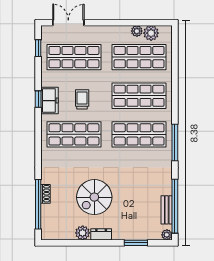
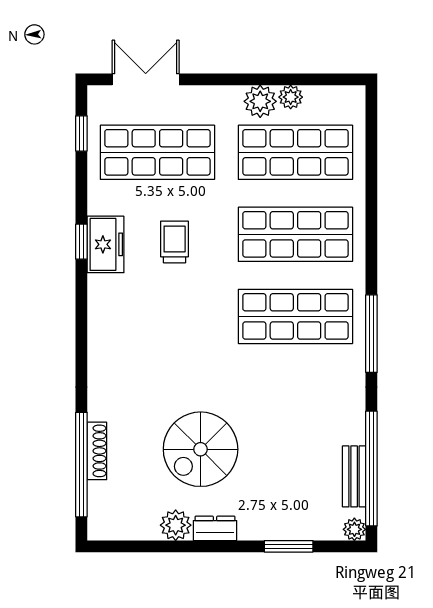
plant: (151, 33) -> (260, 101), moved
shop shelf: (74, 134) -> (157, 316), removed
shoe rack: (45, 194) -> (97, 451), width x1.43

